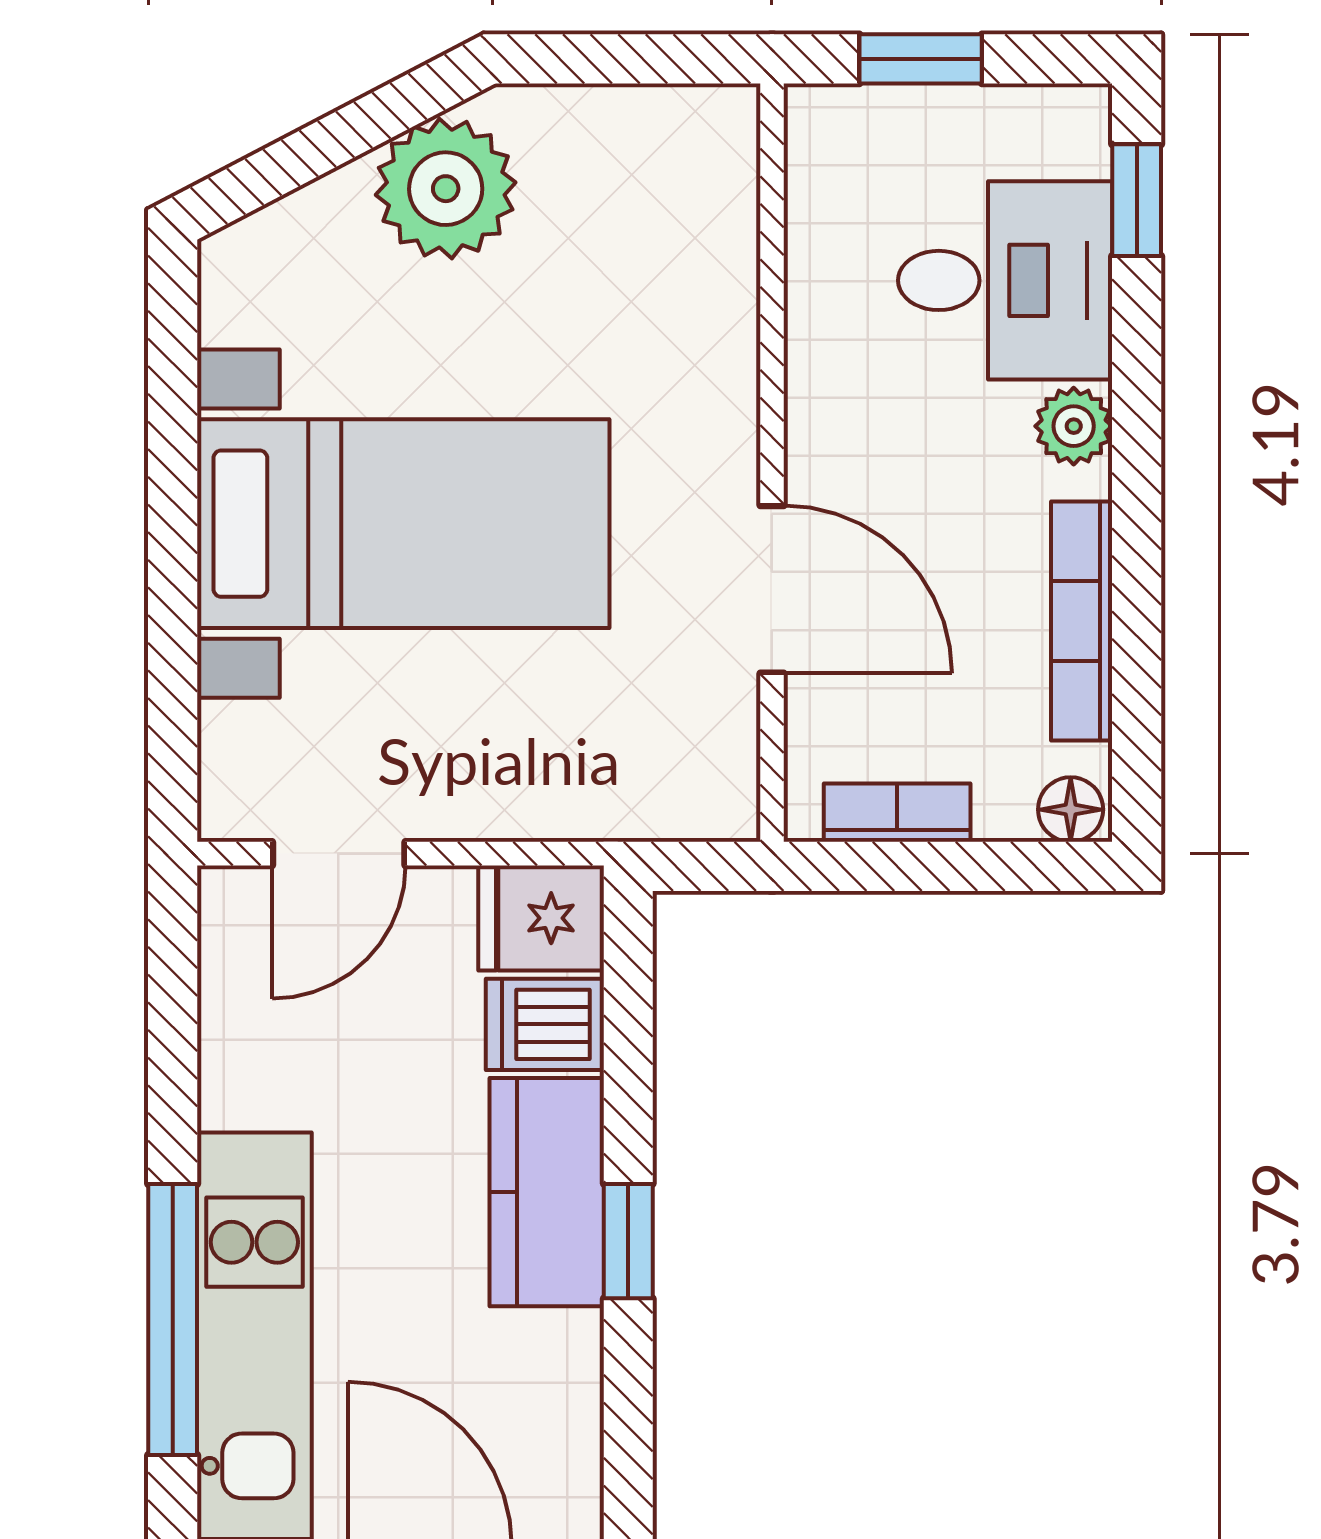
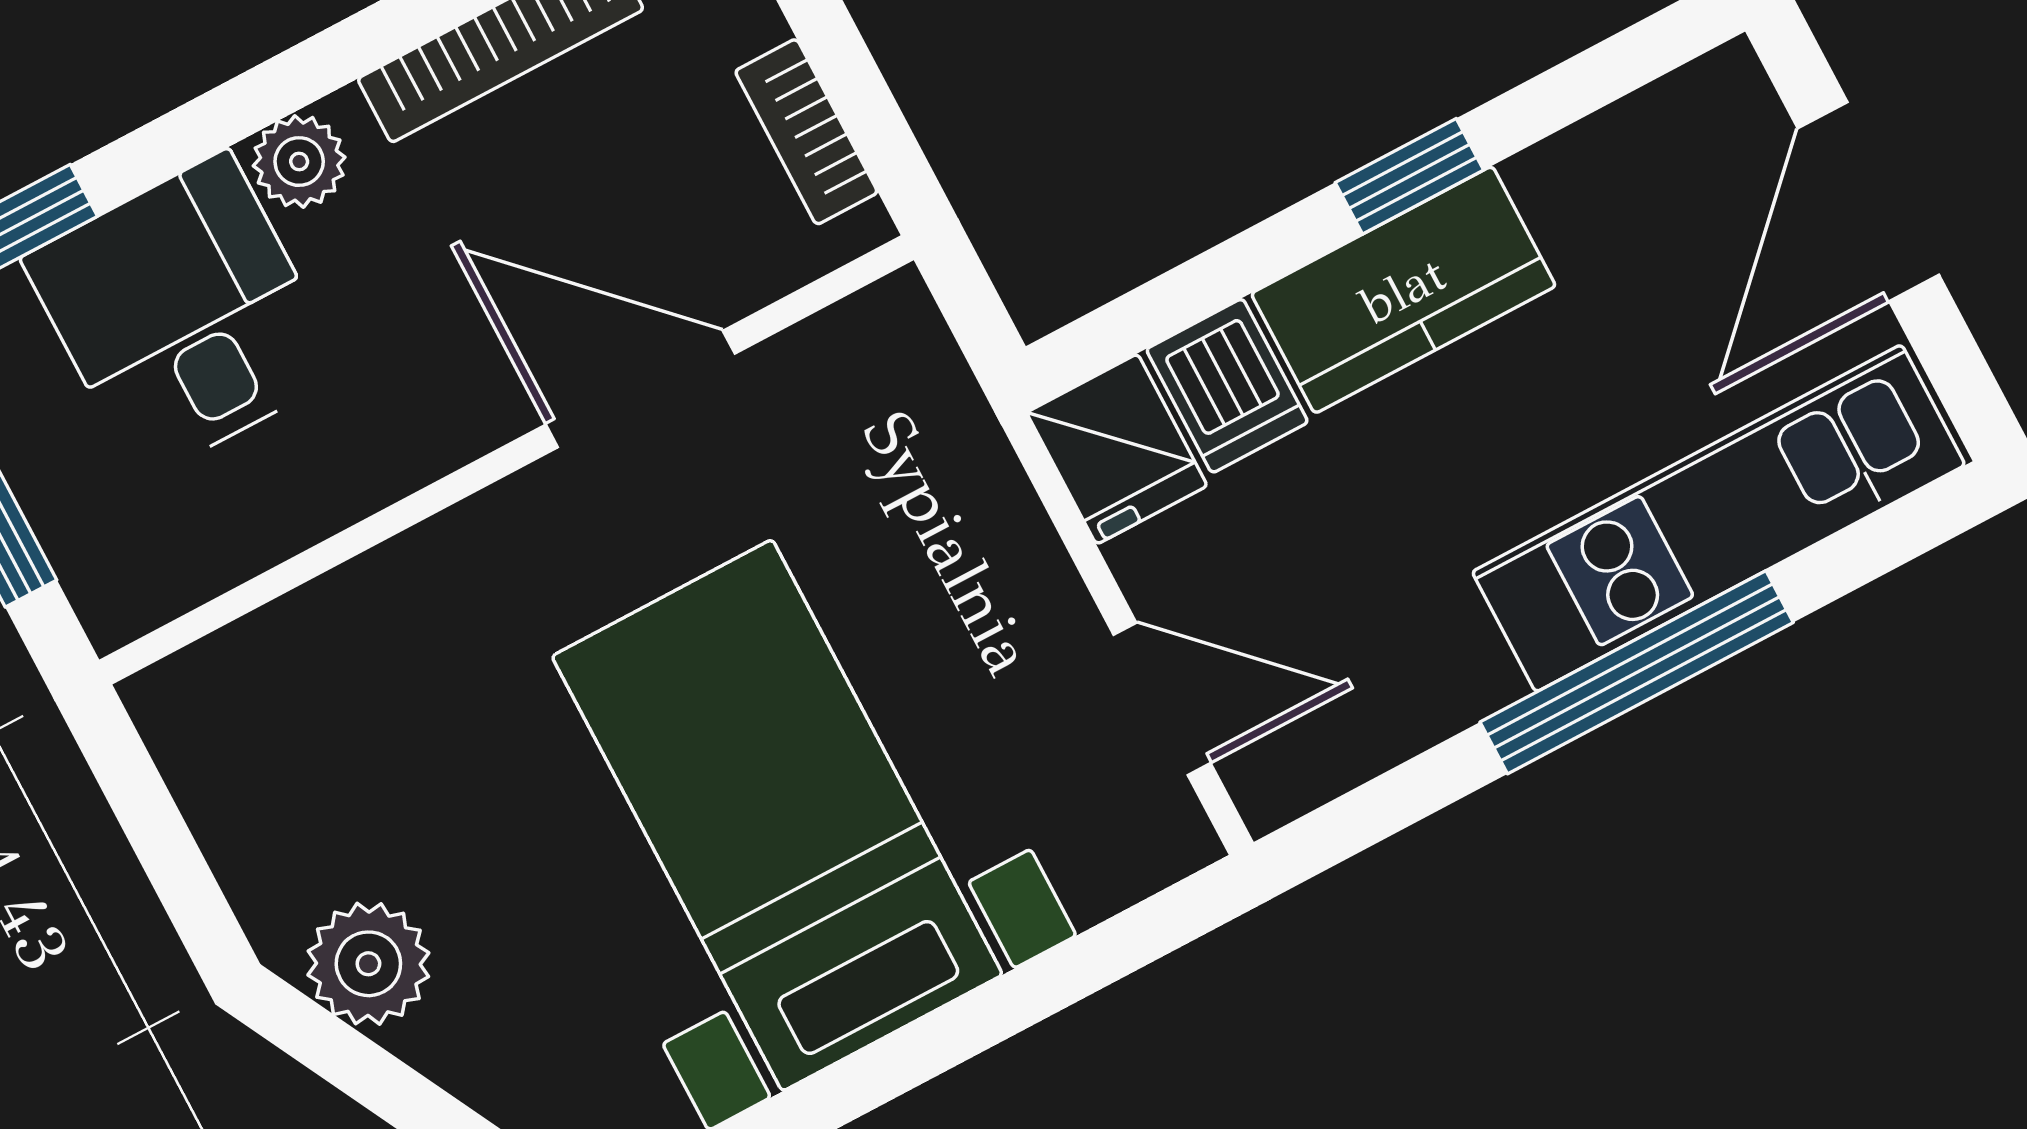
plant: (446, 189) -> (368, 964), width x0.73, depth x0.73
door: (772, 589) -> (640, 389), hinge flipped
window: (173, 1319) -> (1637, 672), moved

